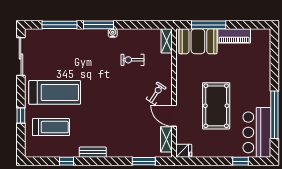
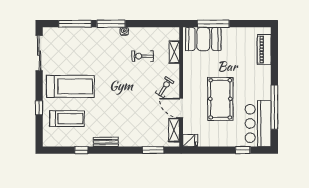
piano: (234, 36) -> (264, 50), moved, turned 90
shelving: (167, 41) -> (174, 52), moved

